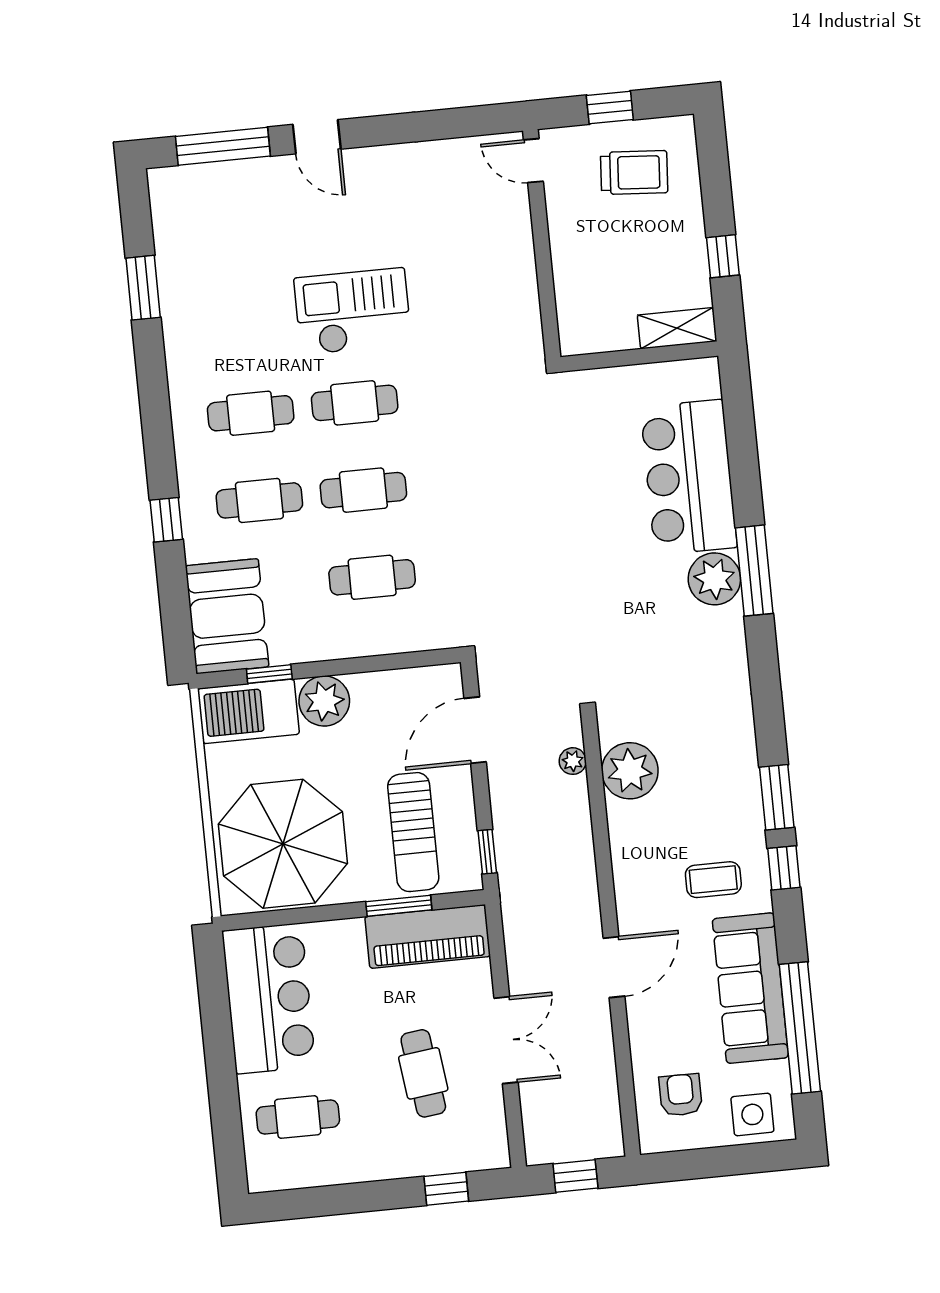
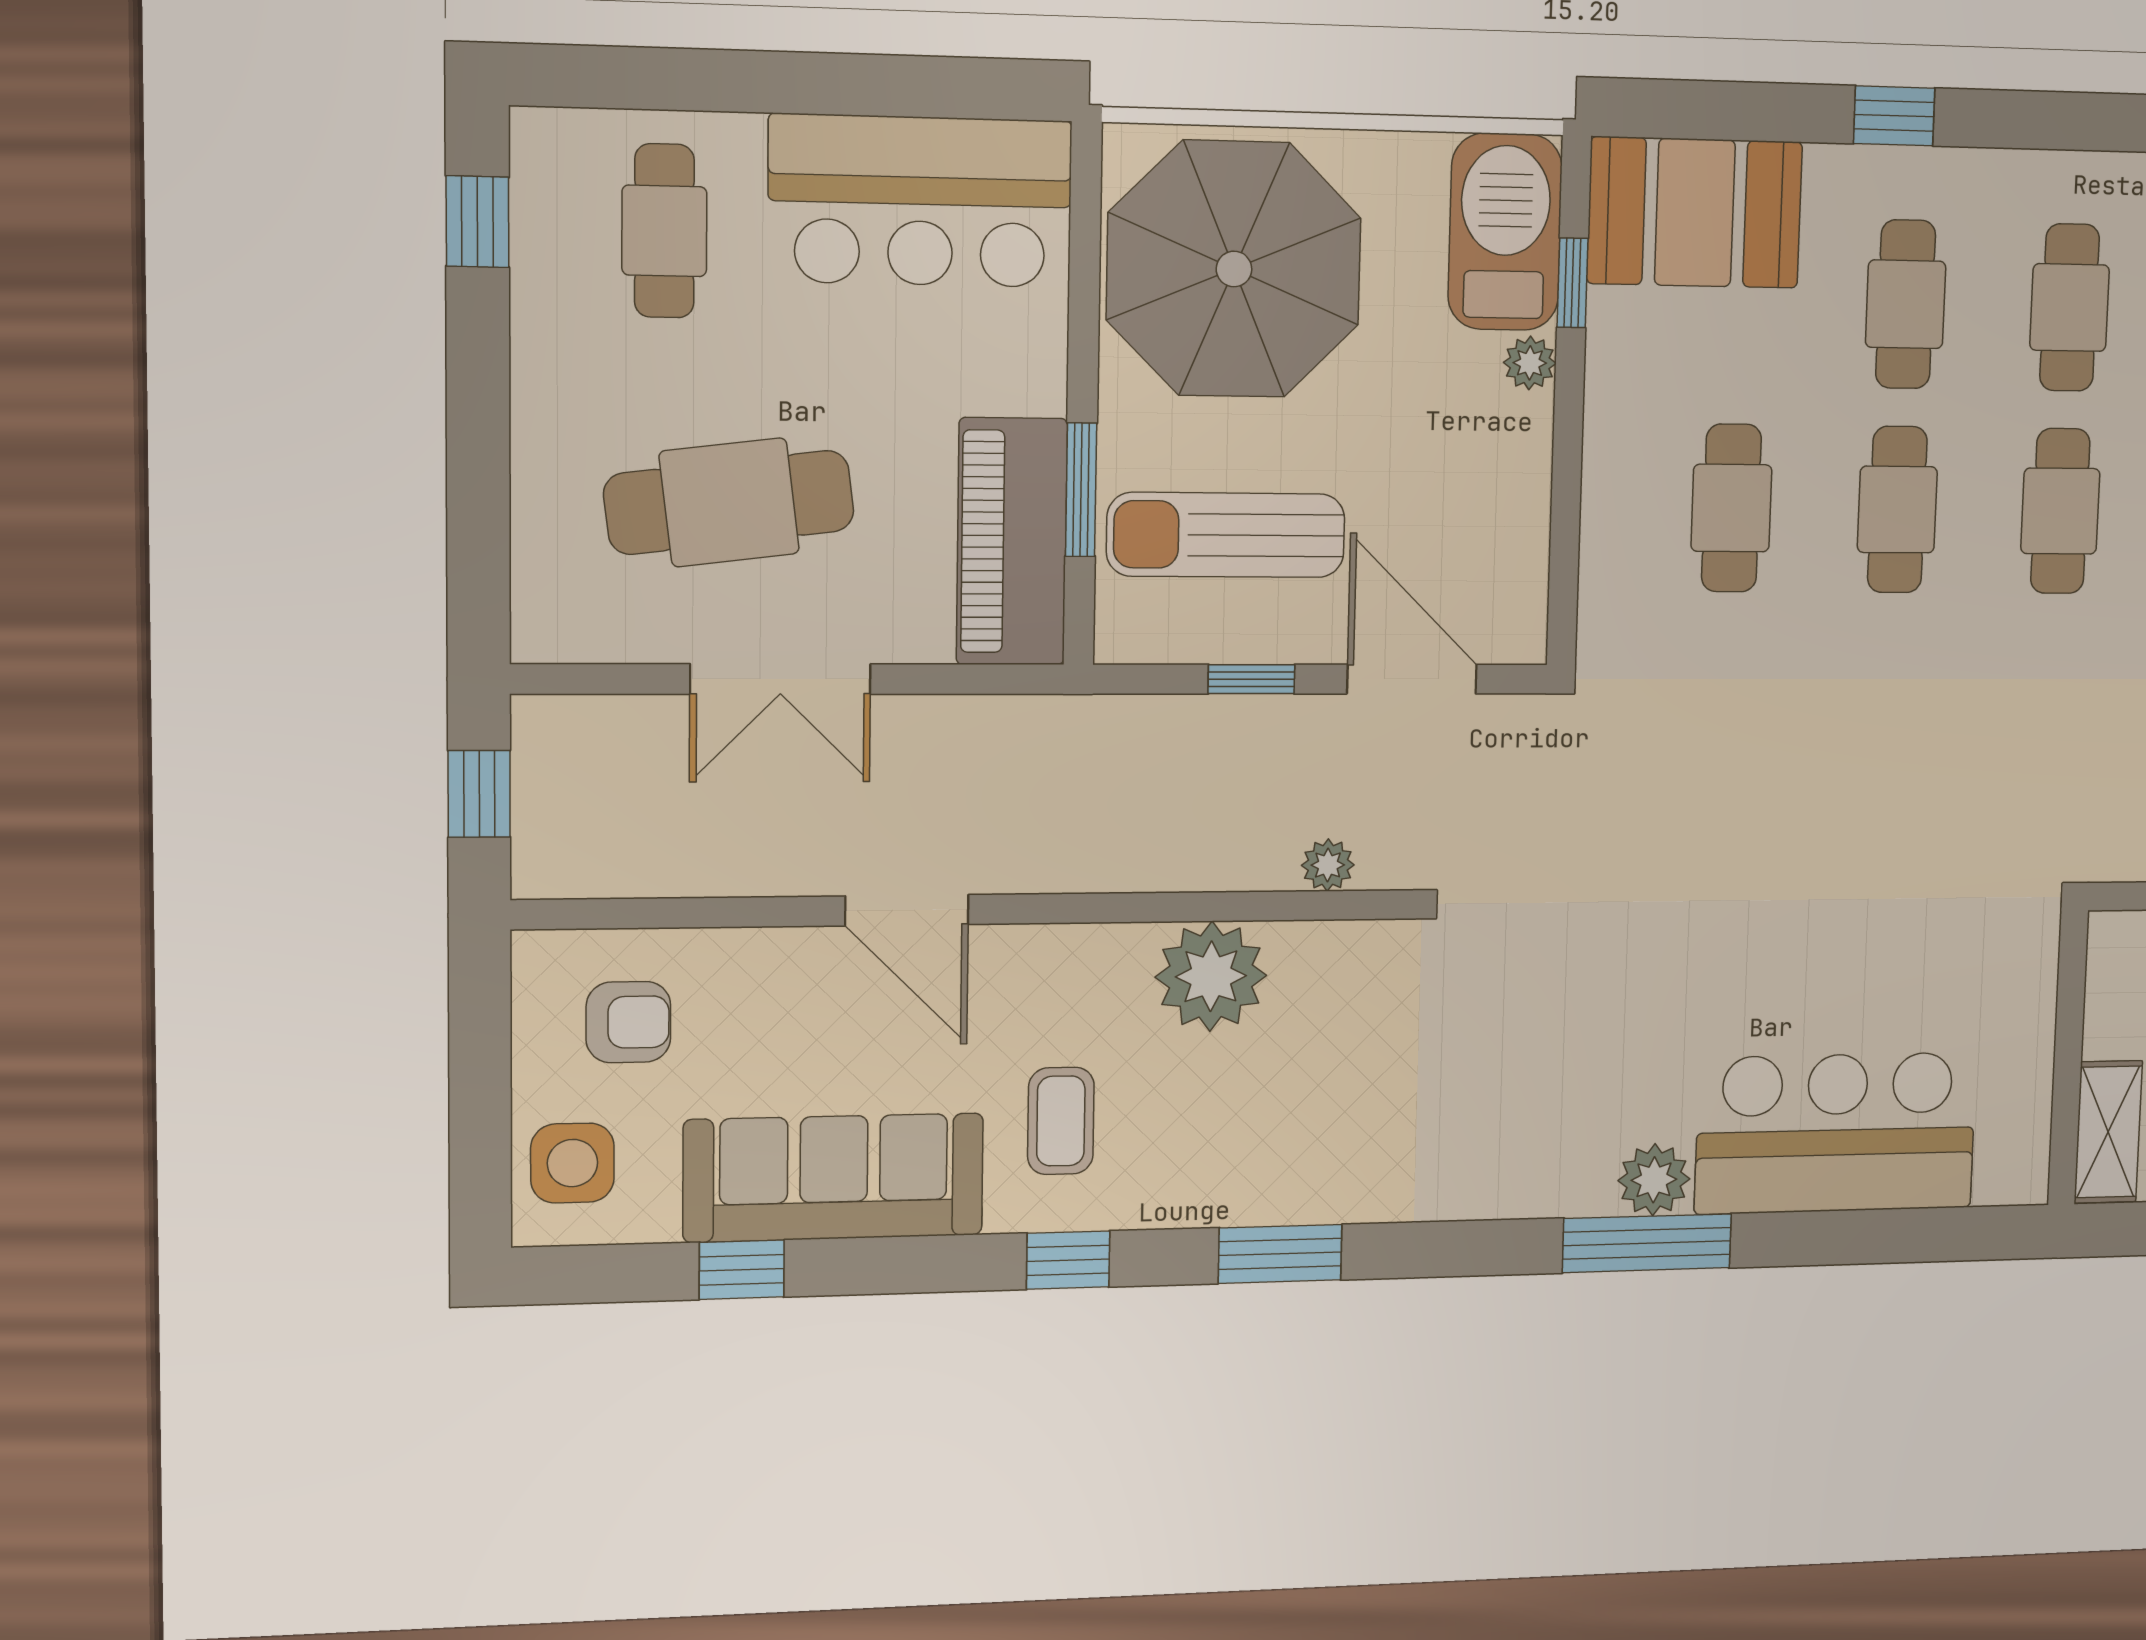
plant: (714, 579) -> (1654, 1180), width x0.73, depth x0.73
plant: (324, 701) -> (1530, 363), width x0.53, depth x0.53
plant: (630, 771) -> (1211, 976), moved
window: (777, 797) -> (1280, 1254), moved
window: (487, 852) -> (1251, 679), moved
window: (800, 1028) -> (742, 1270), width x0.32
cafe table: (423, 1073) -> (729, 502), width x1.37, depth x1.35
window: (446, 1189) -> (477, 222), moved

